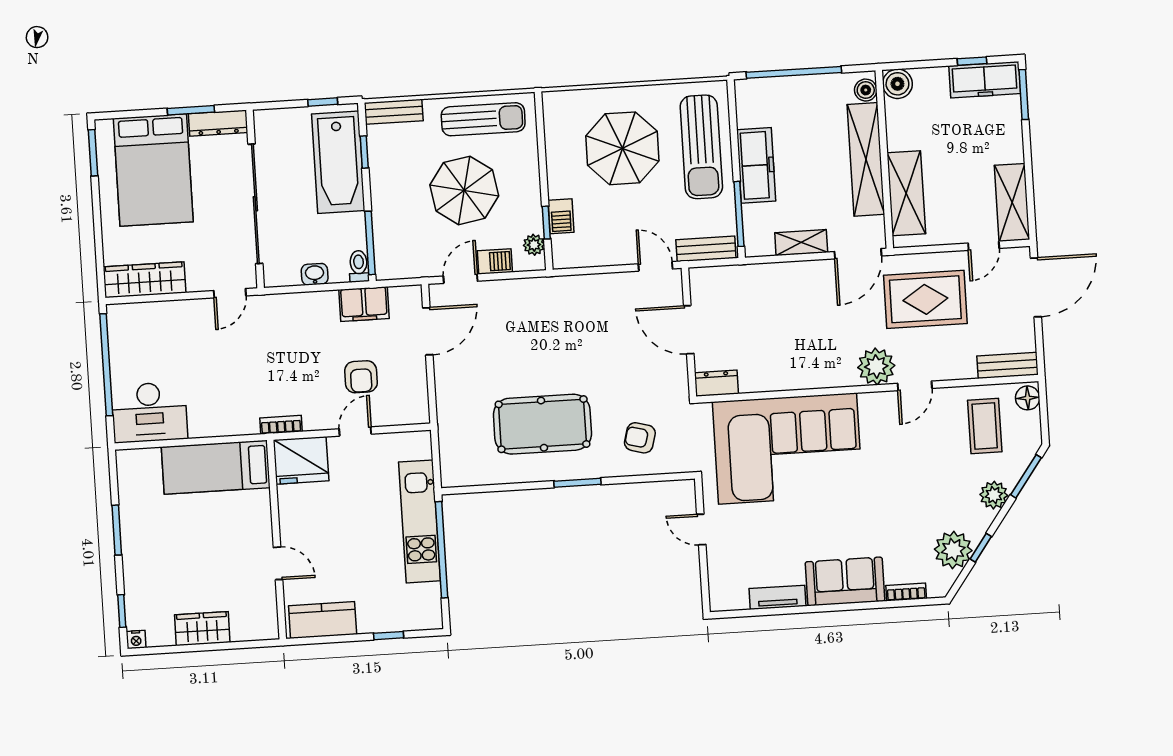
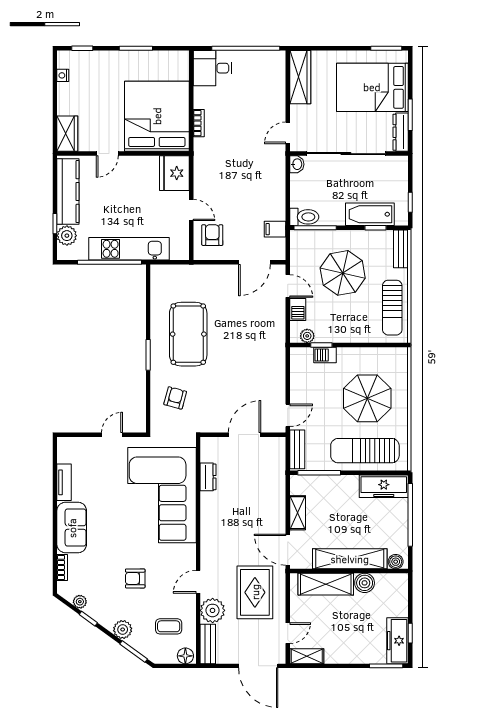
boiler: (897, 84) -> (365, 583), moved
bathtub: (338, 162) -> (370, 214), width x0.73, depth x0.73
freezer: (756, 165) -> (384, 486), moved
parasol: (464, 190) -> (343, 273), moved
shelving: (1012, 202) -> (307, 656), width x0.67, depth x0.75
door: (984, 246) -> (288, 633), swing flipped
toilet: (359, 266) -> (304, 217), width x1.37, depth x1.39
washbasin: (315, 274) -> (297, 164), moved
door: (230, 293) -> (288, 133), hinge flipped
filing cabinet: (364, 304) -> (275, 229), width x0.50
door: (428, 331) -> (254, 262), hinge flipped
plant: (876, 366) -> (213, 610), moved
armchair: (361, 377) -> (212, 235), moved, turned 90
dresser: (716, 383) -> (208, 477), moved
door: (915, 386) -> (198, 582), hinge flipped
desk: (149, 412) -> (212, 68), width x0.73
bookcase: (281, 425) -> (199, 123), moved
coffee table: (985, 426) -> (169, 626), width x0.73, depth x0.77
bed: (216, 467) -> (157, 116), width x2.04
armchair: (916, 481) -> (135, 578), added
plant: (953, 550) -> (80, 602), width x0.53, depth x0.53
plant: (406, 616) -> (67, 236), added
kitchen counter: (323, 620) -> (68, 192), width x1.50
wardrobe: (202, 629) -> (67, 134), moved
nightstand: (136, 639) -> (63, 75), moved

